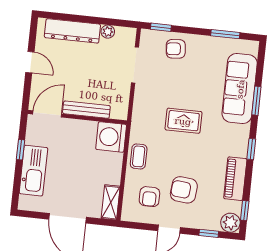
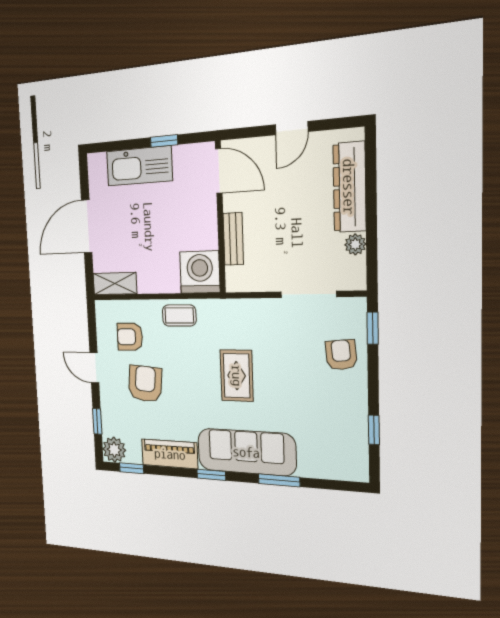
window: (225, 34) -> (374, 430), width x0.67
sofa: (240, 89) -> (246, 452), moved
bench: (86, 110) -> (233, 239), width x0.73

